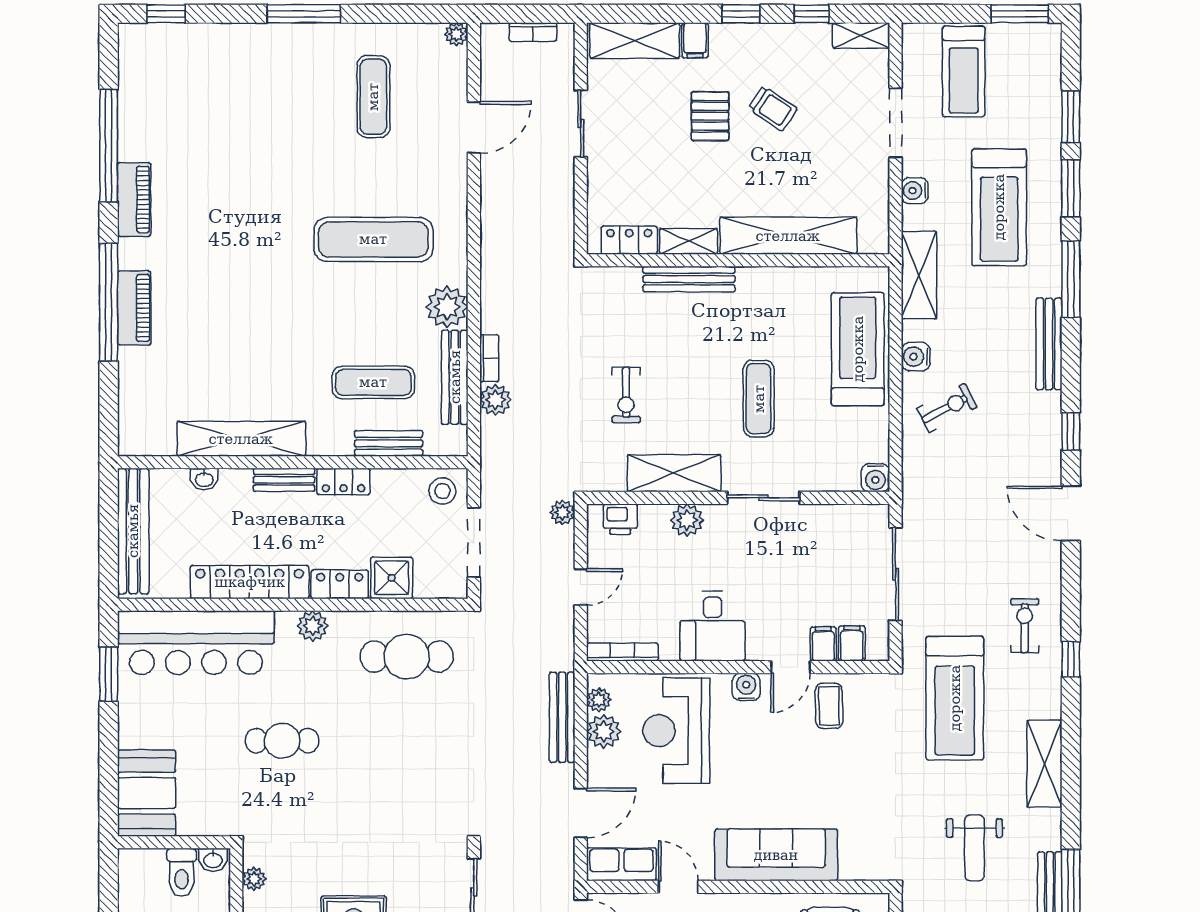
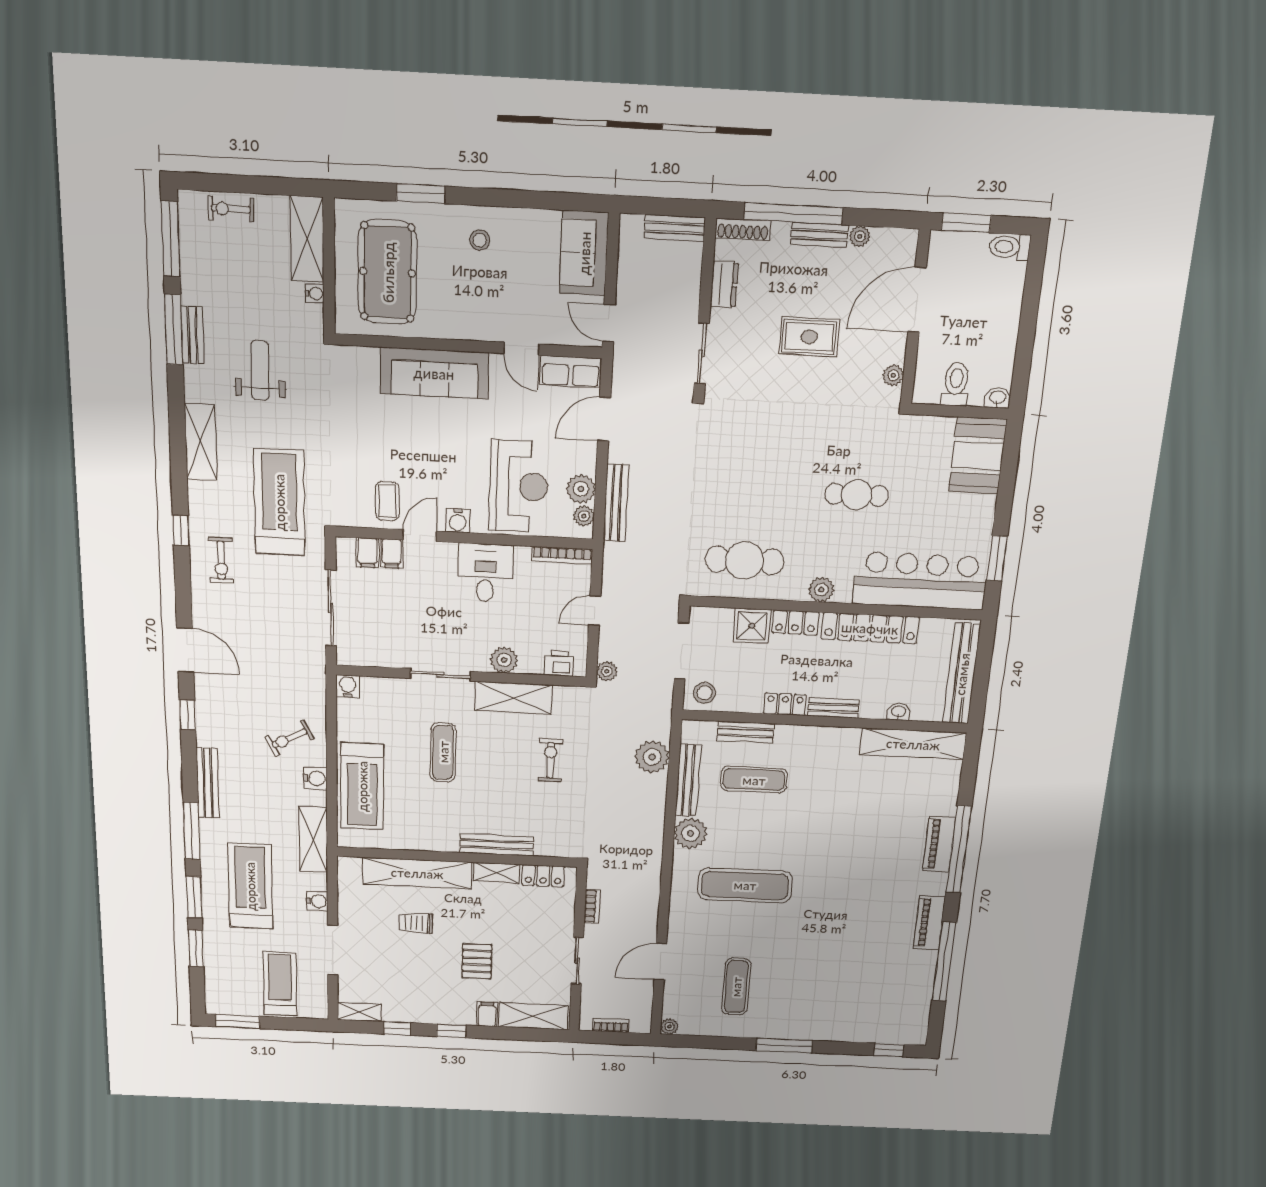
trolley: (773, 108) -> (416, 923), moved, turned -34
bookcase: (489, 358) -> (592, 906), moved, turned 180
plant: (495, 400) -> (652, 757), width x1.36, depth x1.36
shelving: (241, 439) -> (913, 744), moved
washbasin: (213, 860) -> (998, 398), moved

